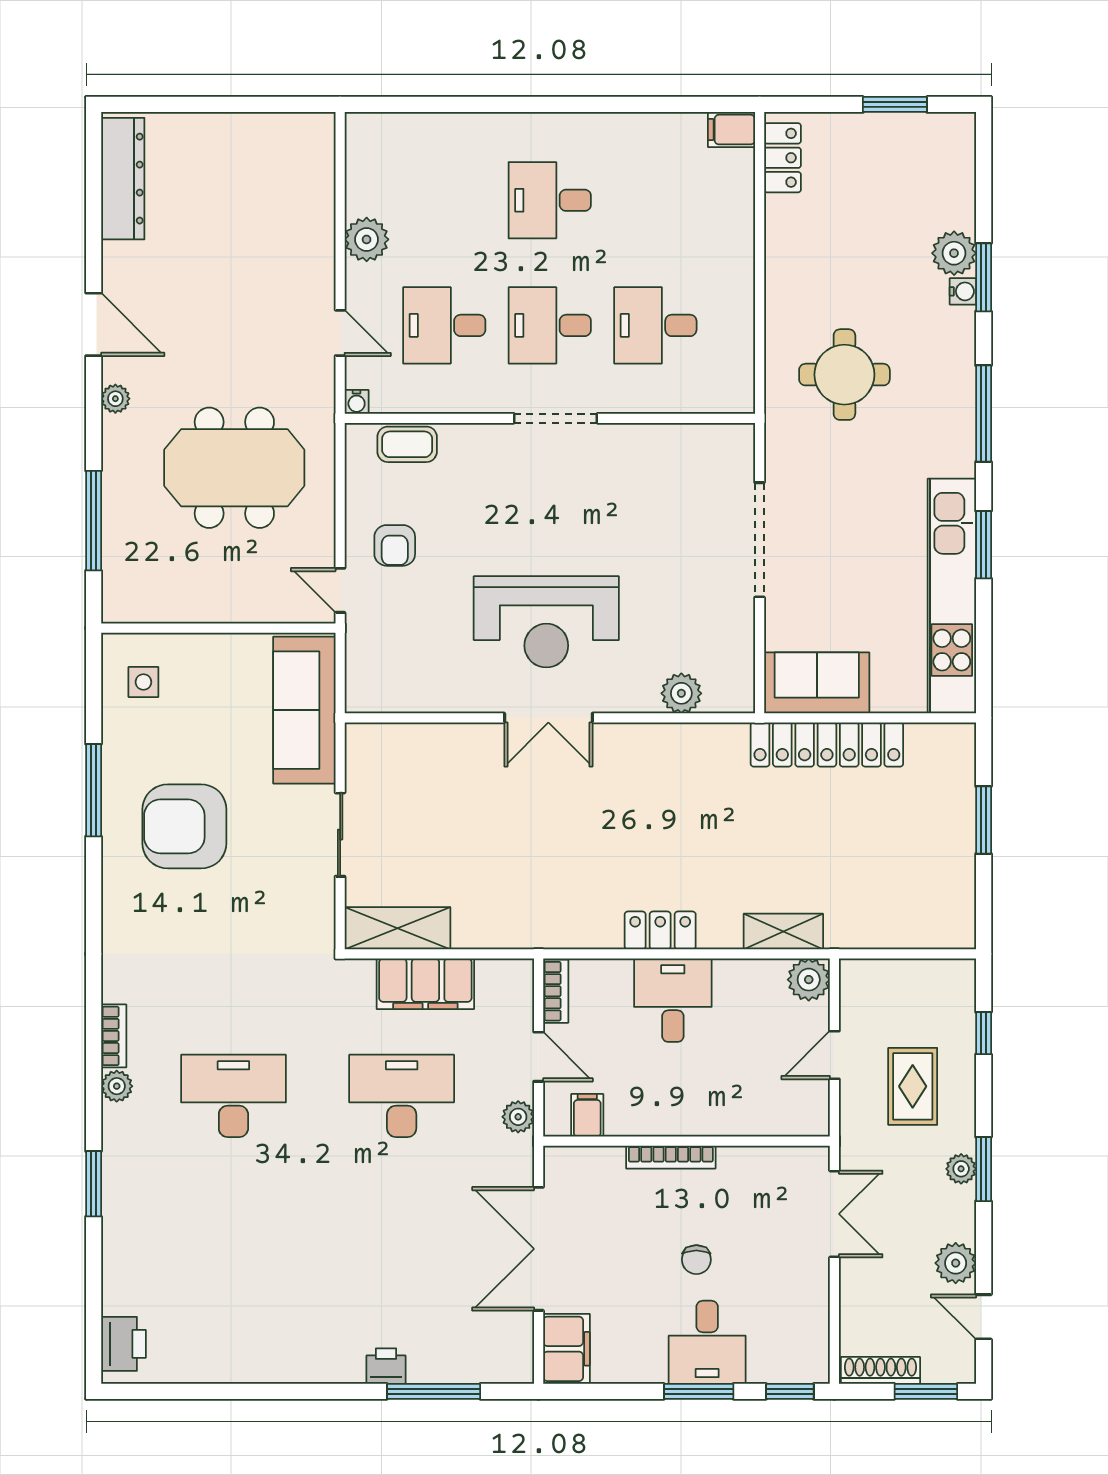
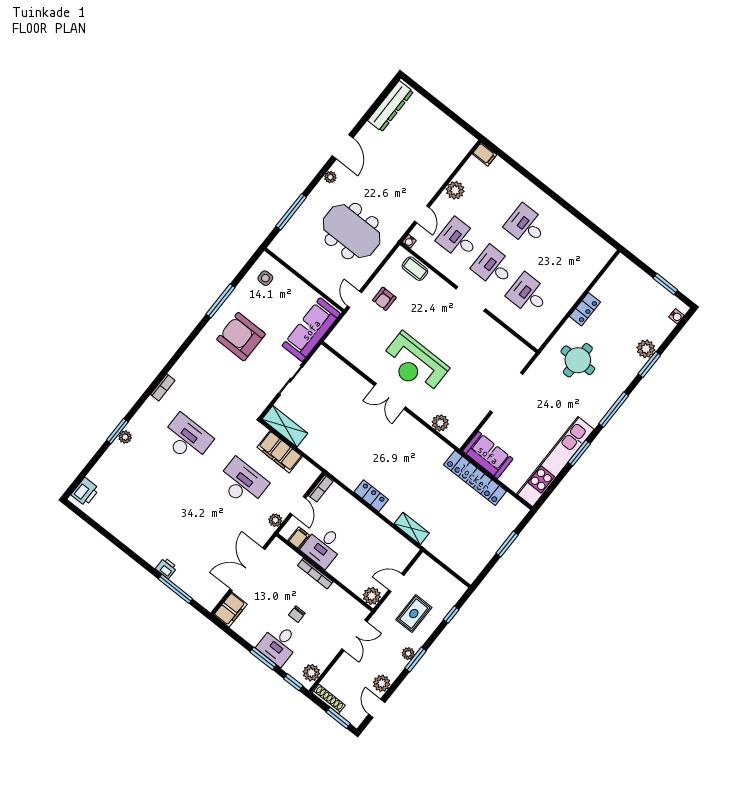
filing cabinet: (731, 130) -> (485, 154), moved, turned 180
locker: (783, 158) -> (585, 309), moved
water cooler: (963, 291) -> (676, 316), moved
plant: (809, 980) -> (372, 596), moved
desk: (673, 1000) -> (323, 546), moved, turned 180
plant: (117, 1086) -> (125, 437), moved
plant: (809, 1347) -> (311, 673), added

